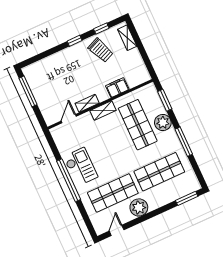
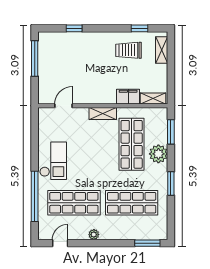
window: (75, 41) -> (74, 28), moved
trolley: (101, 50) -> (128, 50), turned 113
shelving: (87, 103) -> (153, 98), moved
window: (184, 142) -> (171, 183), width x0.69
window: (69, 180) -> (35, 196), moved
plant: (139, 207) -> (94, 235), width x0.53, depth x0.53

